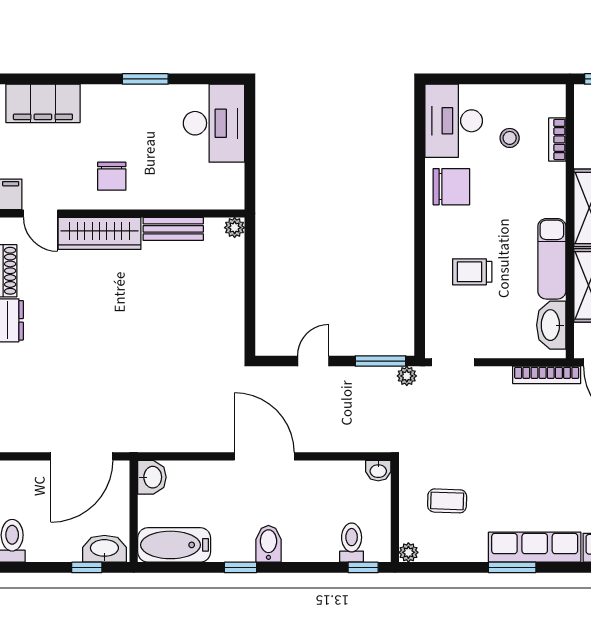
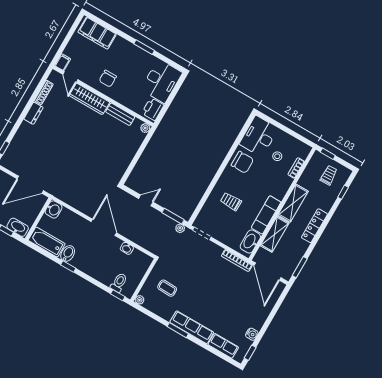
printer: (228, 184) -> (153, 109), added
washbasin: (378, 471) -> (127, 248), moved
bidet: (268, 544) -> (68, 254), moved

